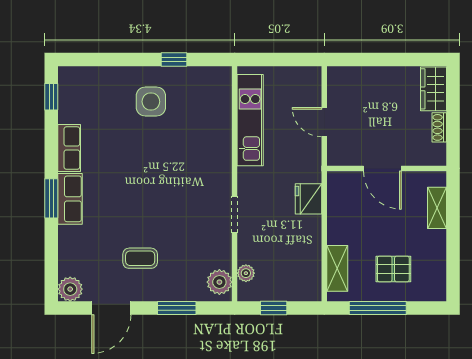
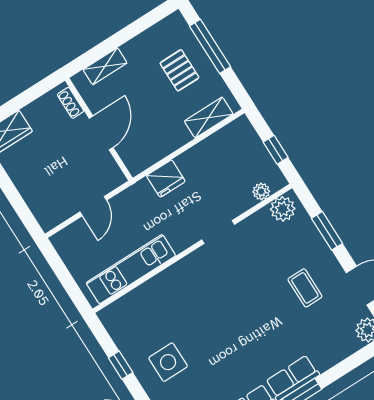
shoe rack: (439, 127) -> (71, 103), moved, turned 90
window: (378, 308) -> (210, 46), moved

